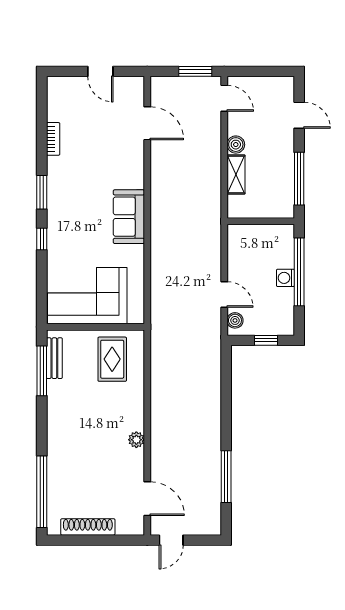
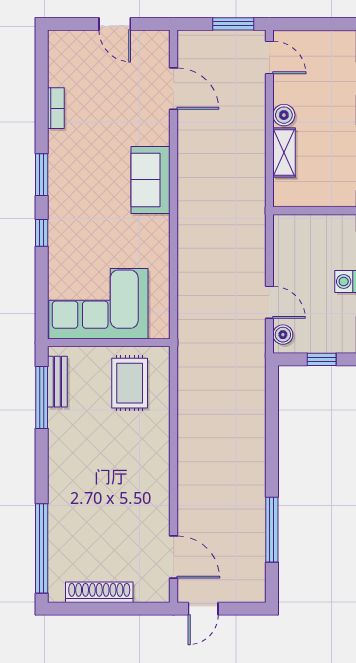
sofa: (129, 217) -> (150, 180), moved
plant: (136, 440) -> (160, 483), removed

